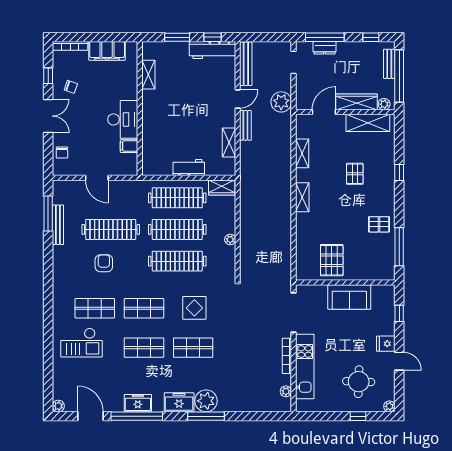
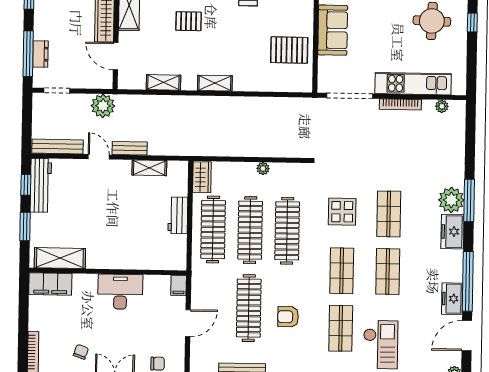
filing cabinet: (107, 51) -> (50, 284), moved, turned 90
shelving: (148, 75) -> (60, 258), width x1.50, depth x1.33
filing cabinet: (129, 146) -> (179, 285), moved
freezer: (138, 403) -> (452, 299), moved

